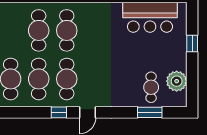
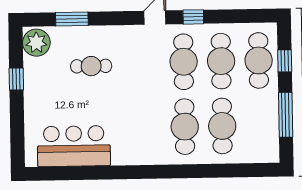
window: (192, 44) -> (16, 79), moved
plant: (177, 81) -> (36, 43), moved
cafe table: (151, 87) -> (91, 66), moved, turned 90

